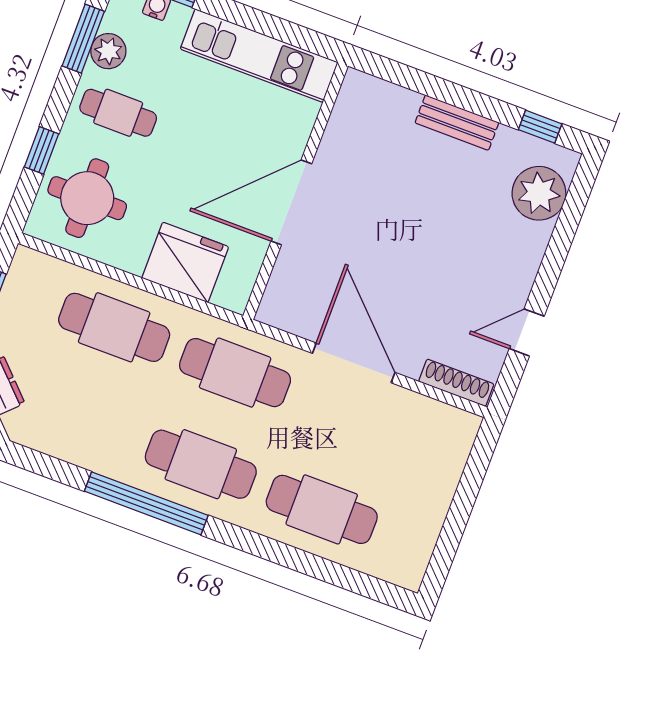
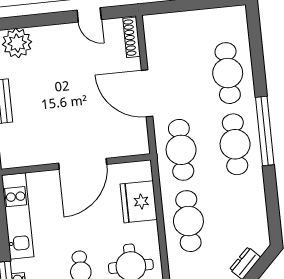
door: (291, 202) -> (83, 164), hinge flipped
door: (354, 363) -> (147, 93), hinge flipped
window: (146, 503) -> (265, 131), moved

